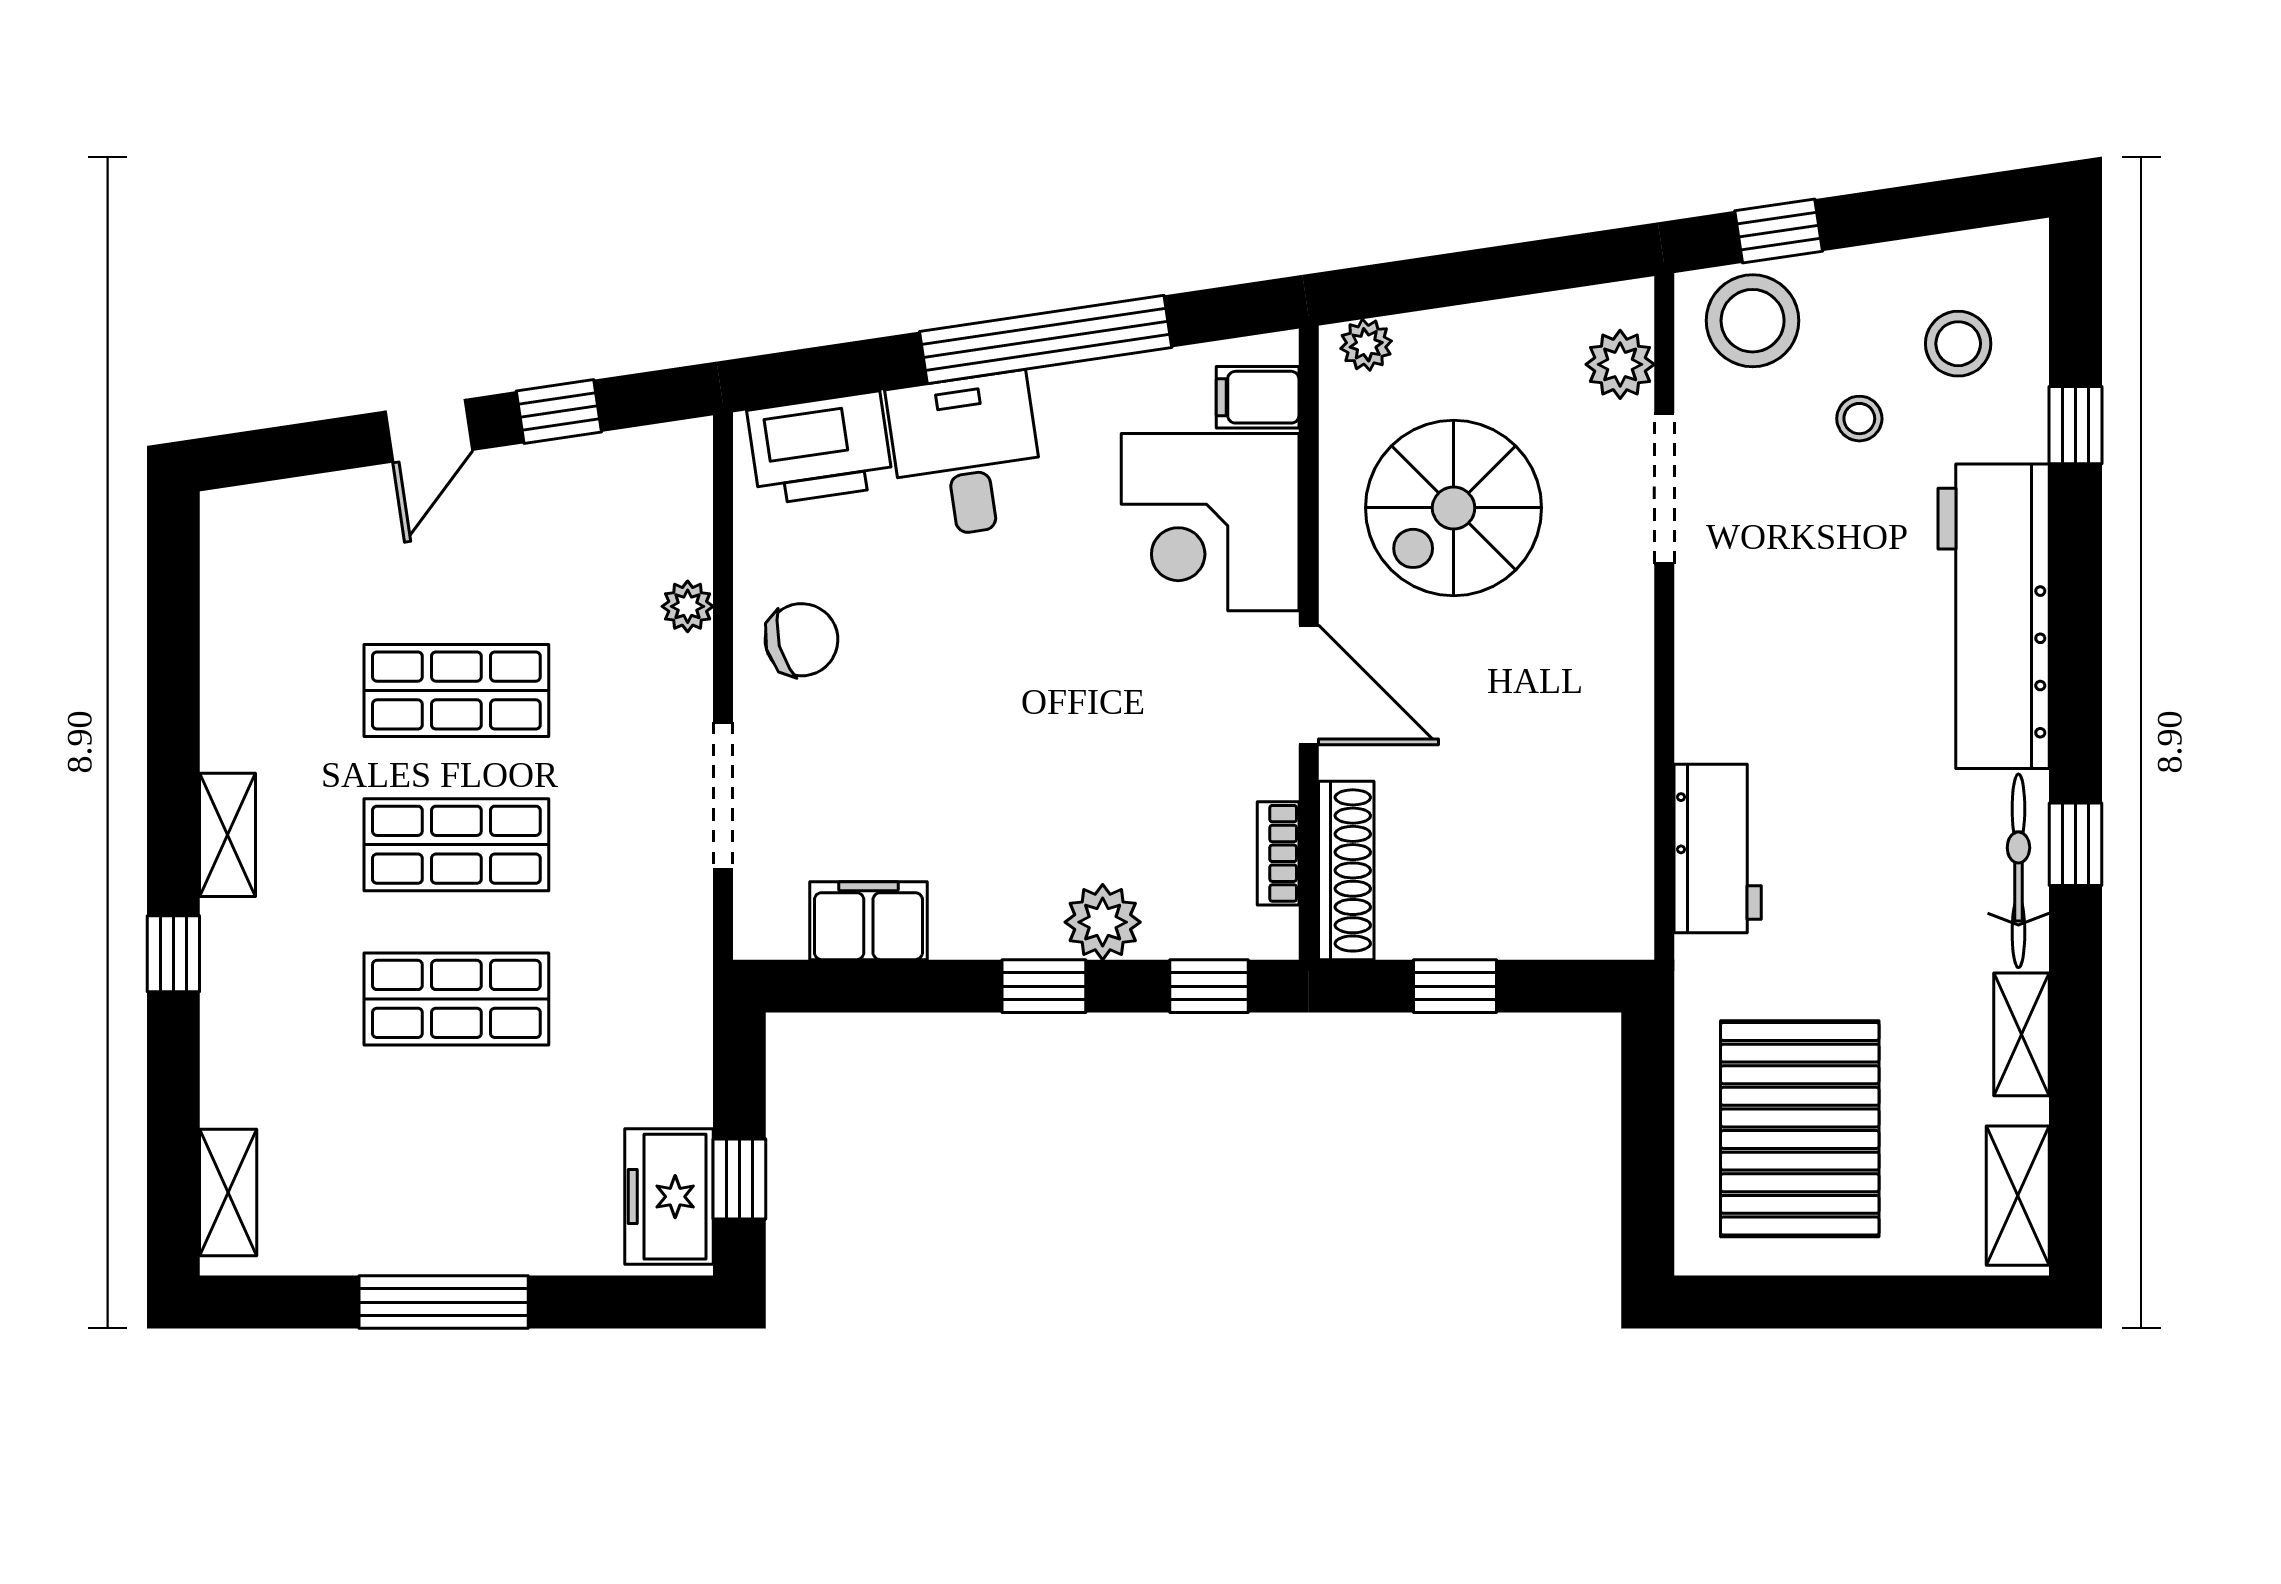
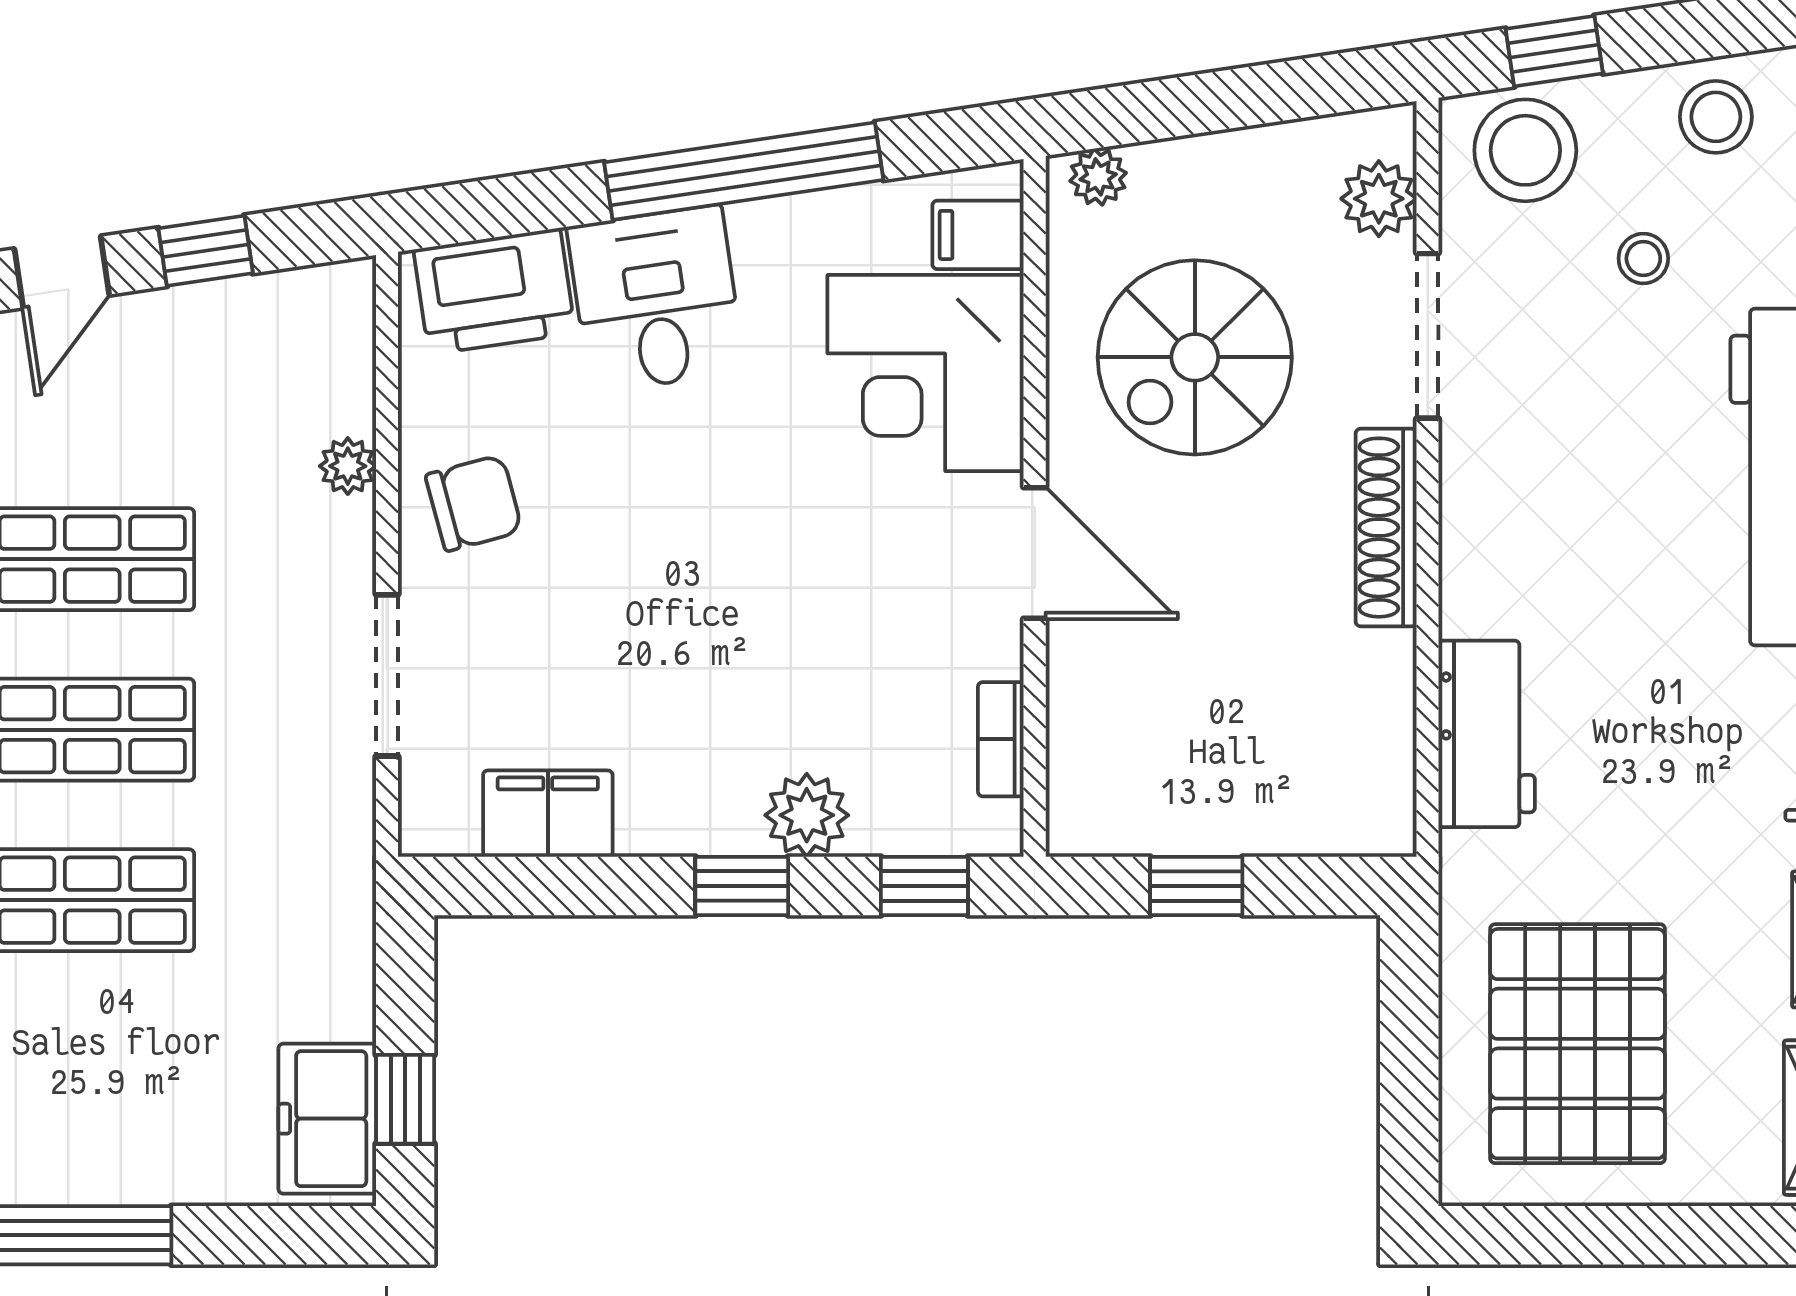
stool: (1958, 344) -> (1716, 117), moved
shoe rack: (1346, 870) -> (1386, 528), moved, turned 180

